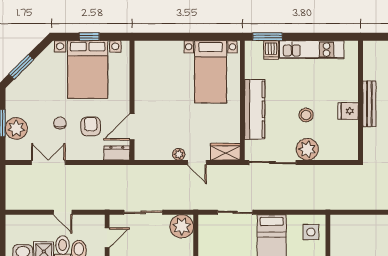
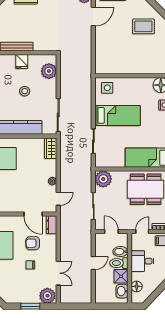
plant: (16, 128) -> (47, 296), moved
plant: (307, 149) -> (49, 71), moved
double door: (48, 163) -> (58, 273), swing flipped
door: (197, 163) -> (58, 199), moved

